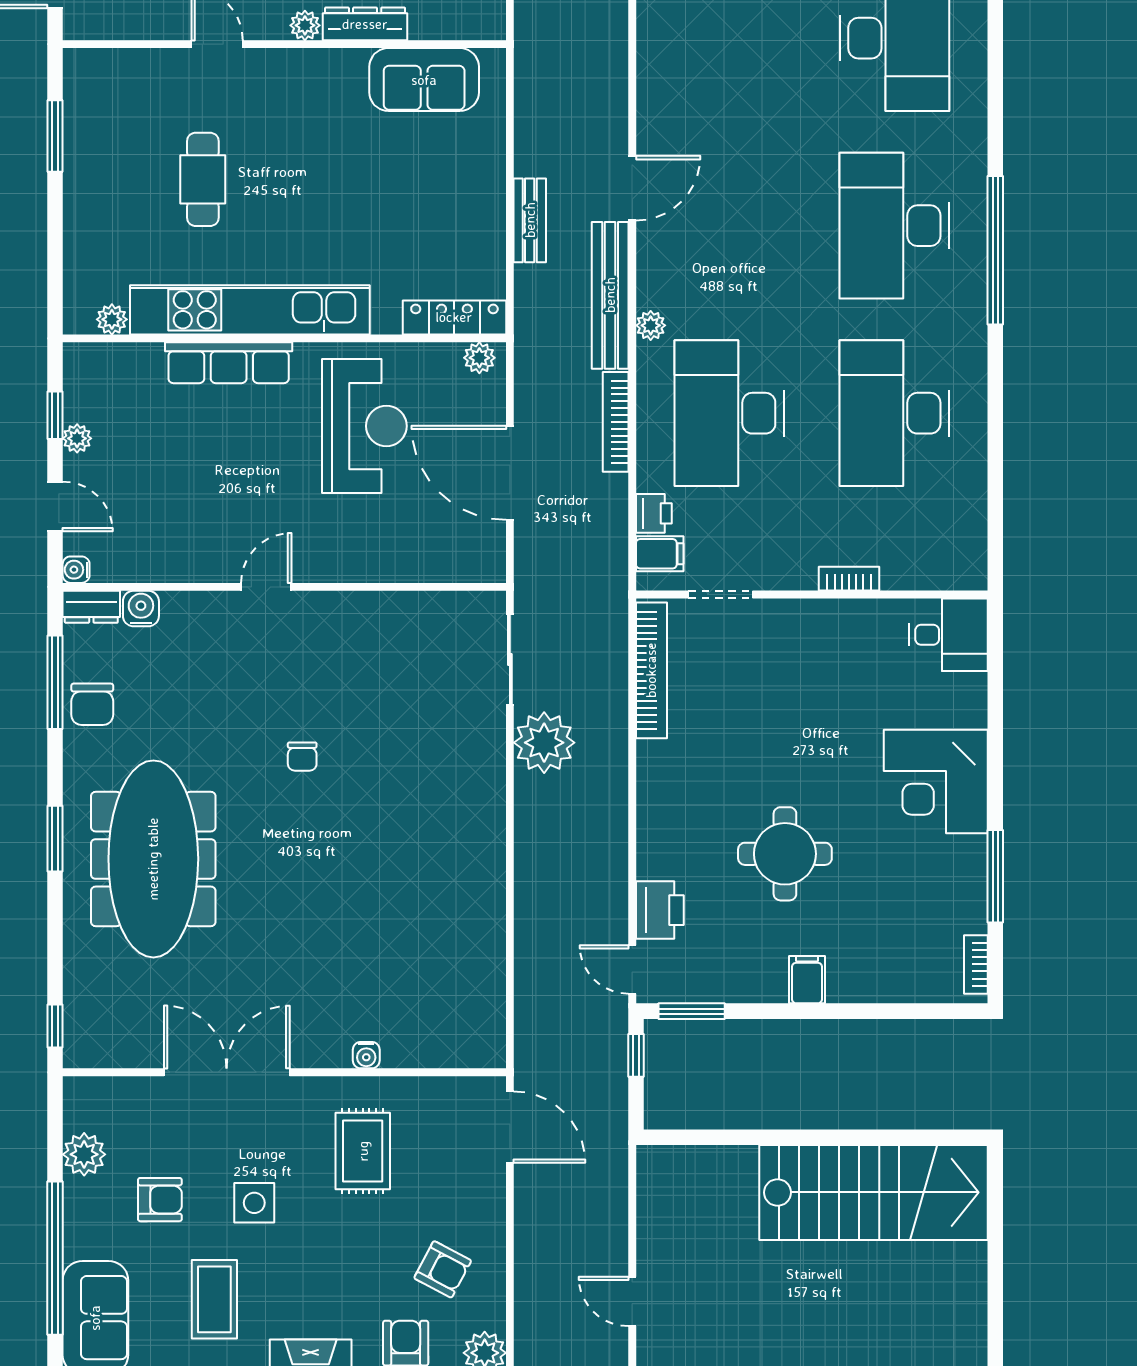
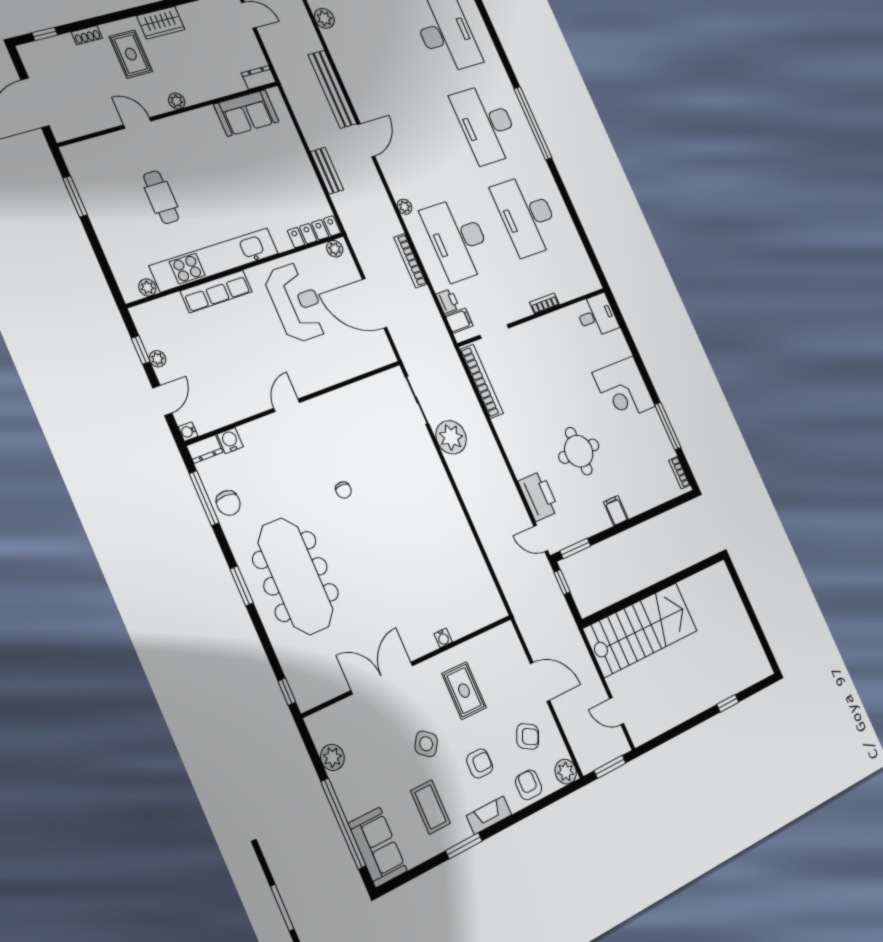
dresser: (365, 24) -> (259, 77), moved, width x0.70
bench: (610, 295) -> (332, 89), moved
door: (55, 506) -> (162, 400), hinge flipped
printer: (660, 910) -> (539, 496), width x1.37, depth x1.19
door: (510, 1127) -> (540, 682), moved
stairs: (873, 1192) -> (641, 630), moved
armchair: (160, 1200) -> (480, 763), moved
side table: (254, 1203) -> (426, 744), turned 36

